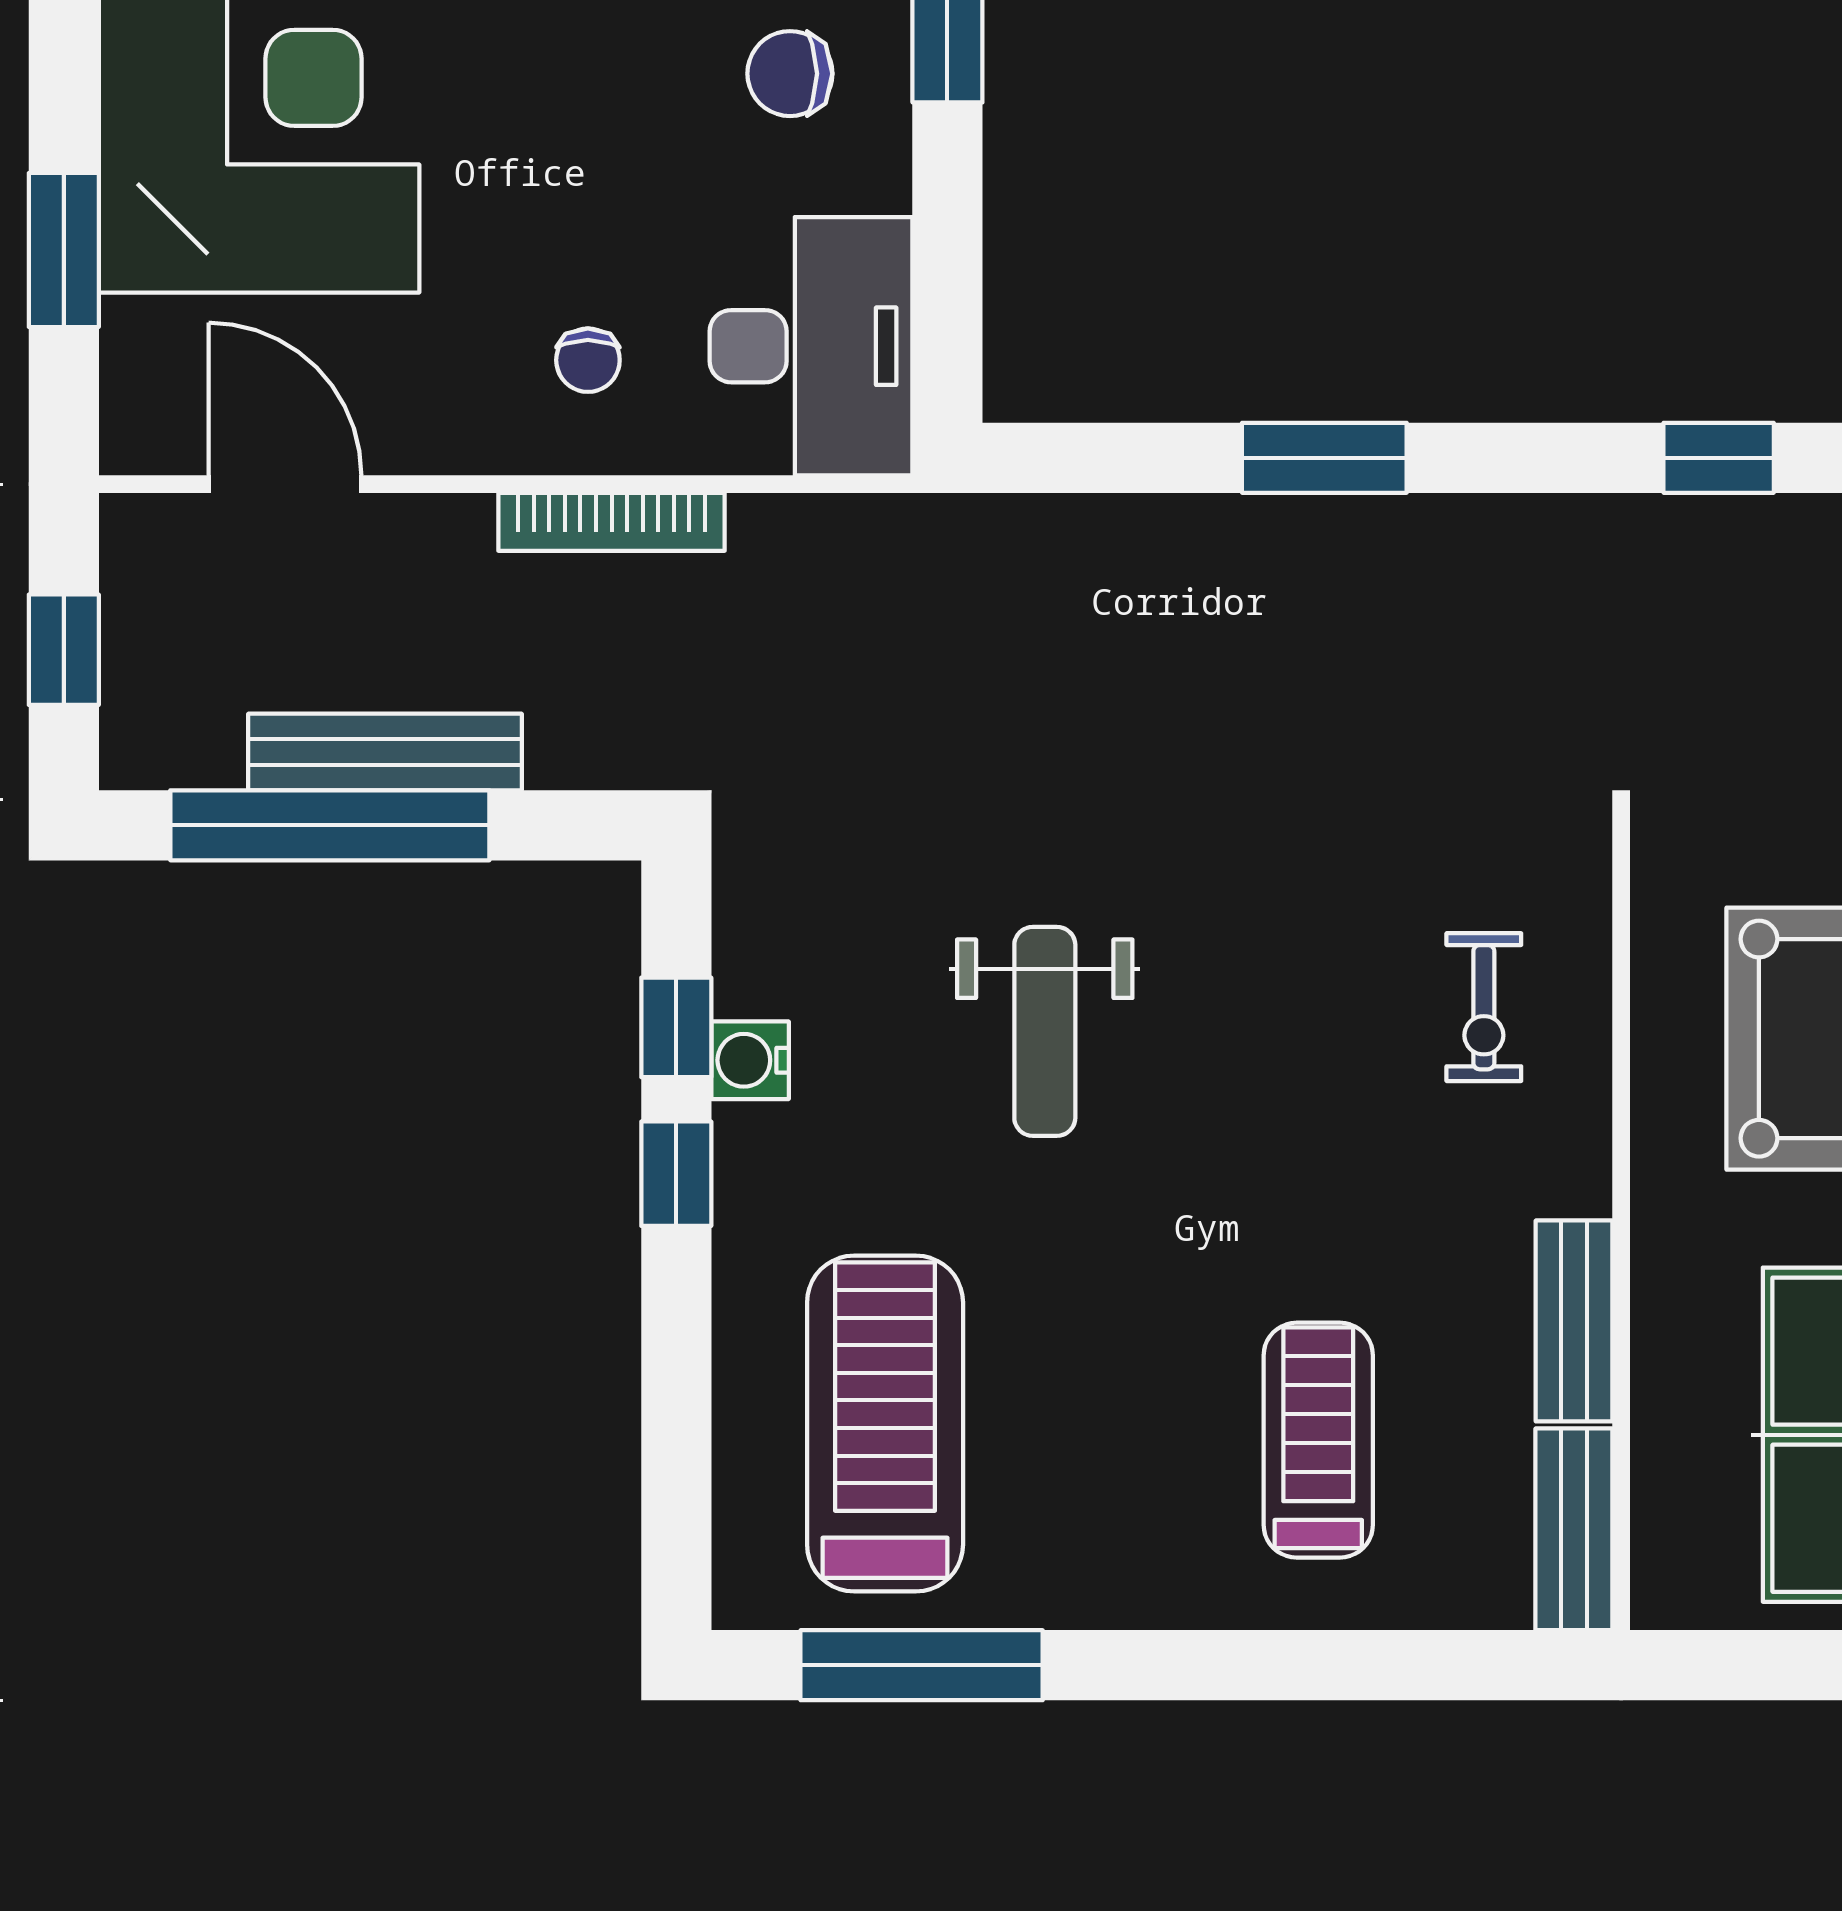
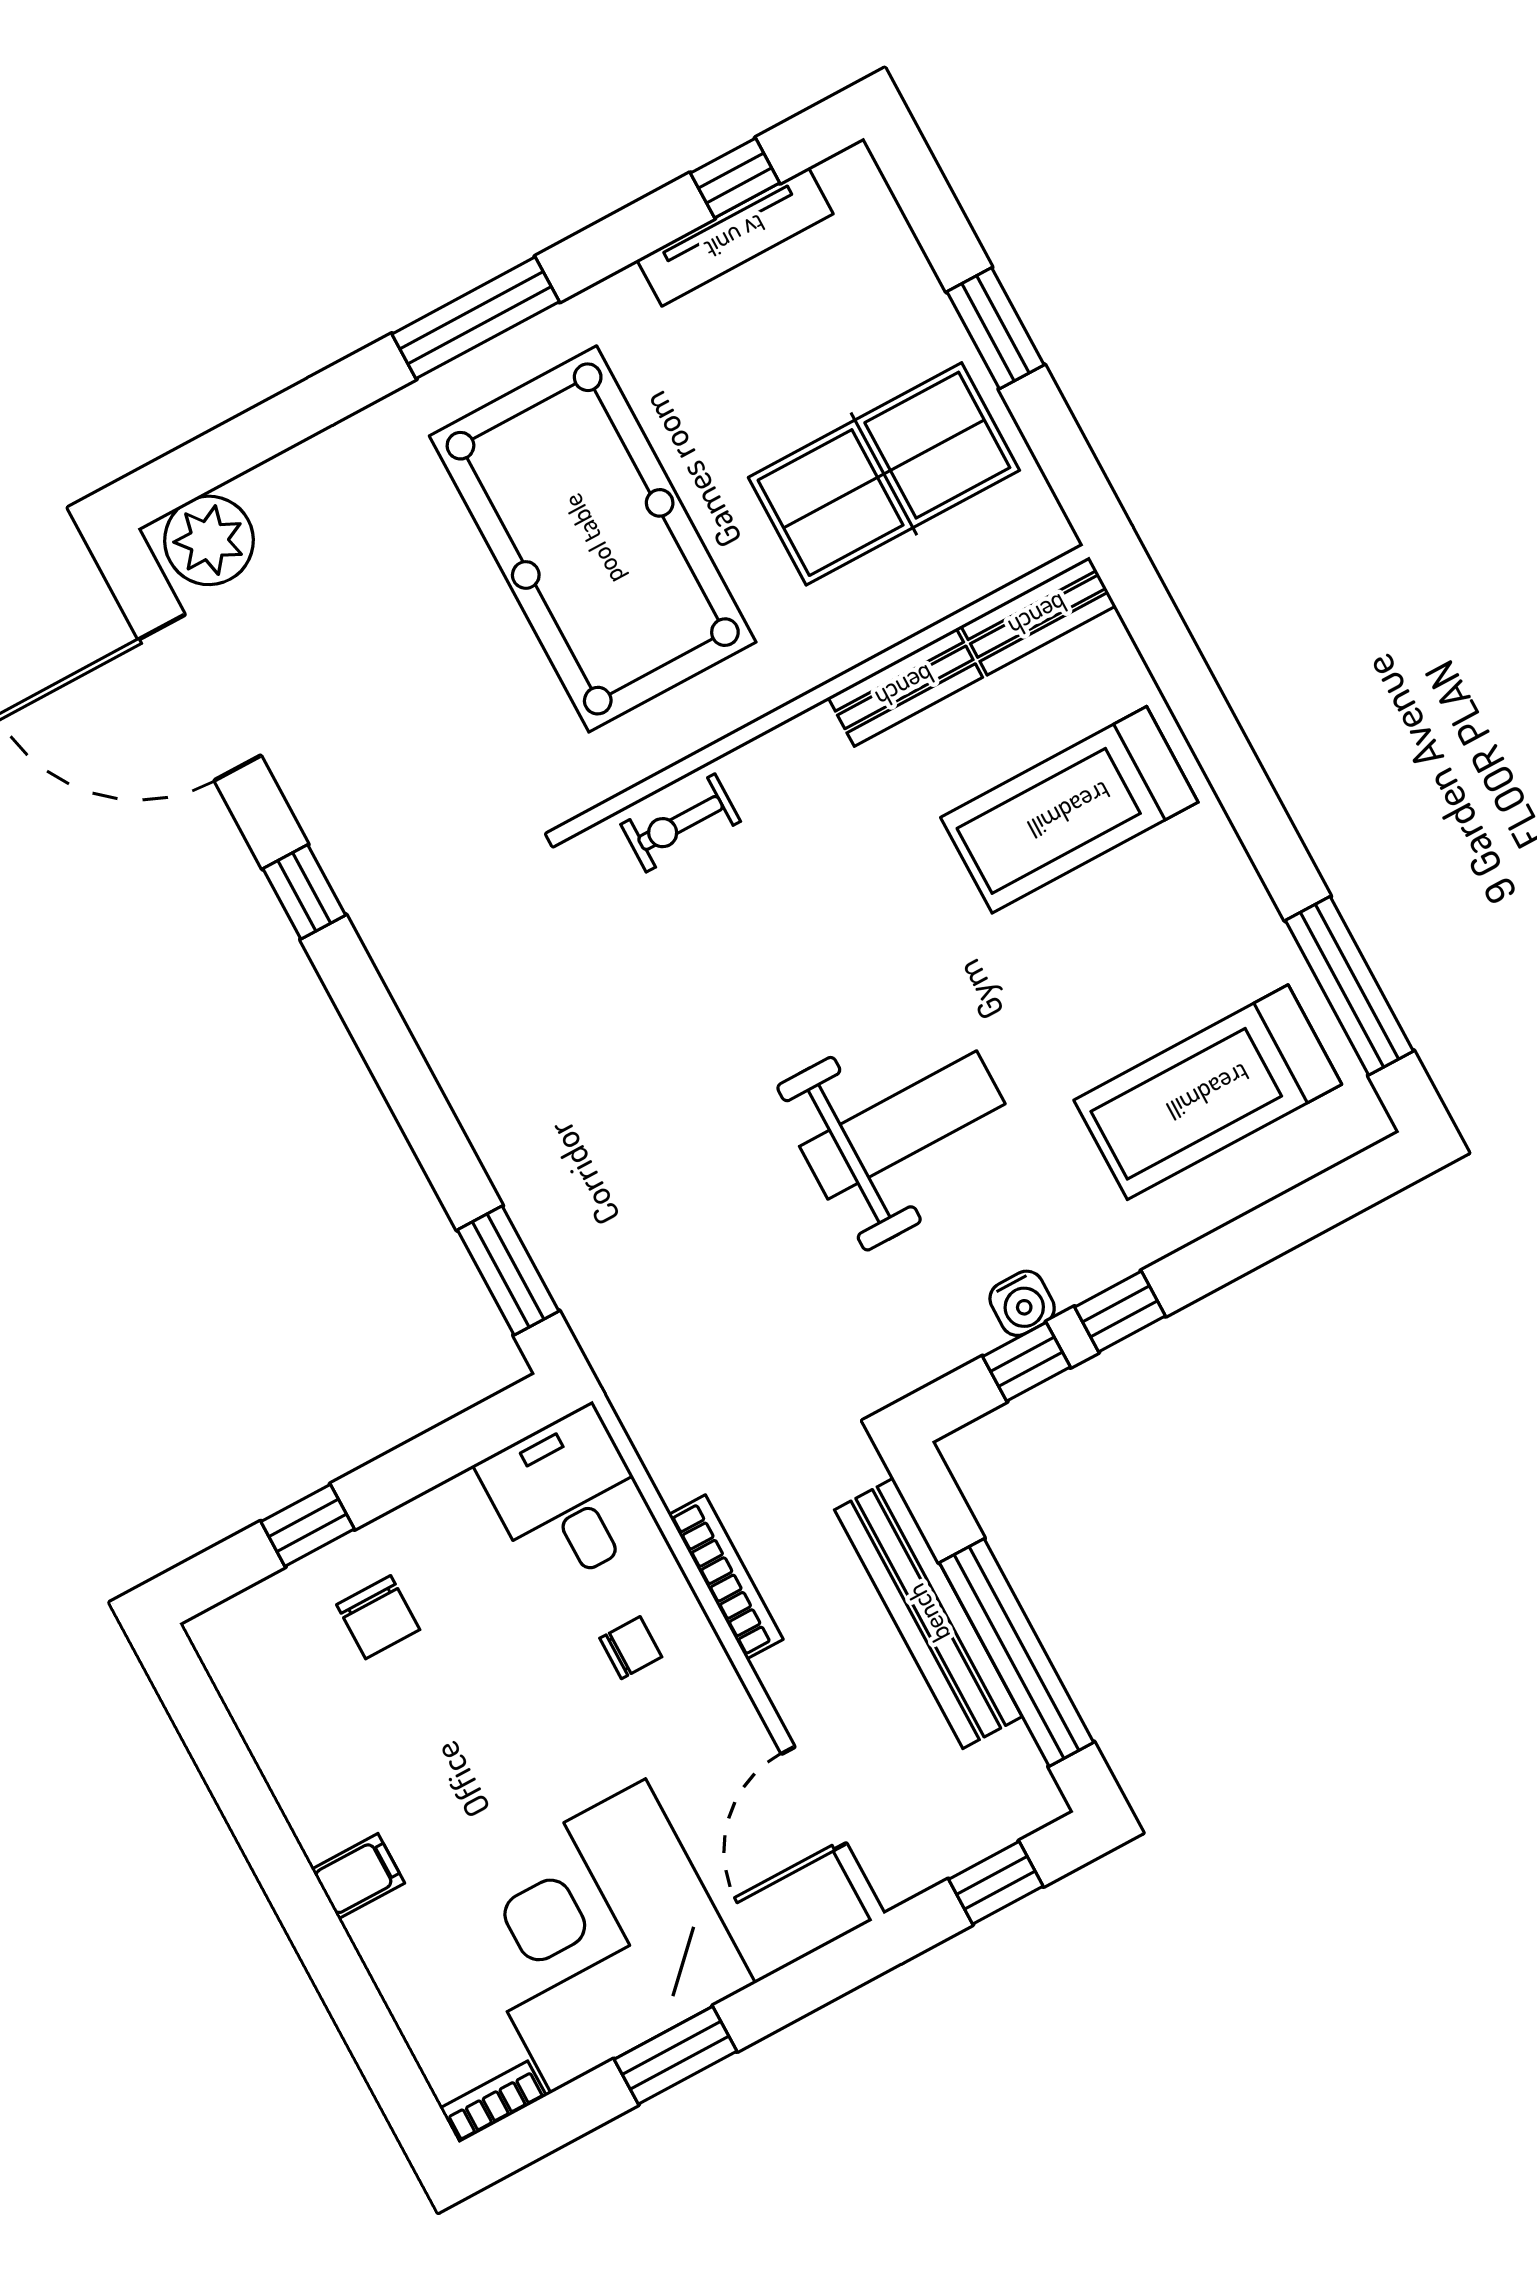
window: (64, 250) -> (676, 2055), moved
desk: (811, 346) -> (567, 1498), width x0.73
window: (1324, 458) -> (508, 1270), moved
bench: (385, 752) -> (928, 1613), width x1.37, depth x1.21
exercise bike: (1484, 1007) -> (681, 823), moved, turned 180
weight bench: (1045, 1031) -> (902, 1125), width x1.36, depth x1.33
treadmill: (1318, 1440) -> (1069, 810), width x1.37, depth x1.38

